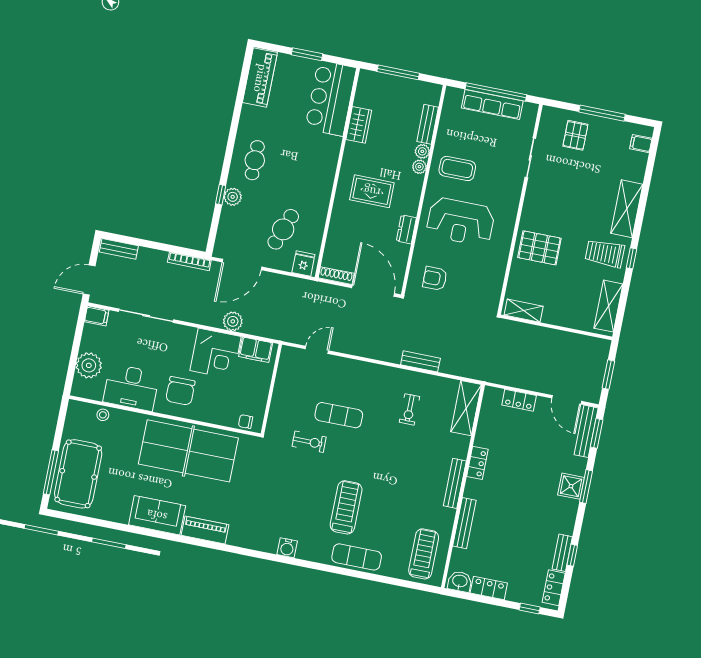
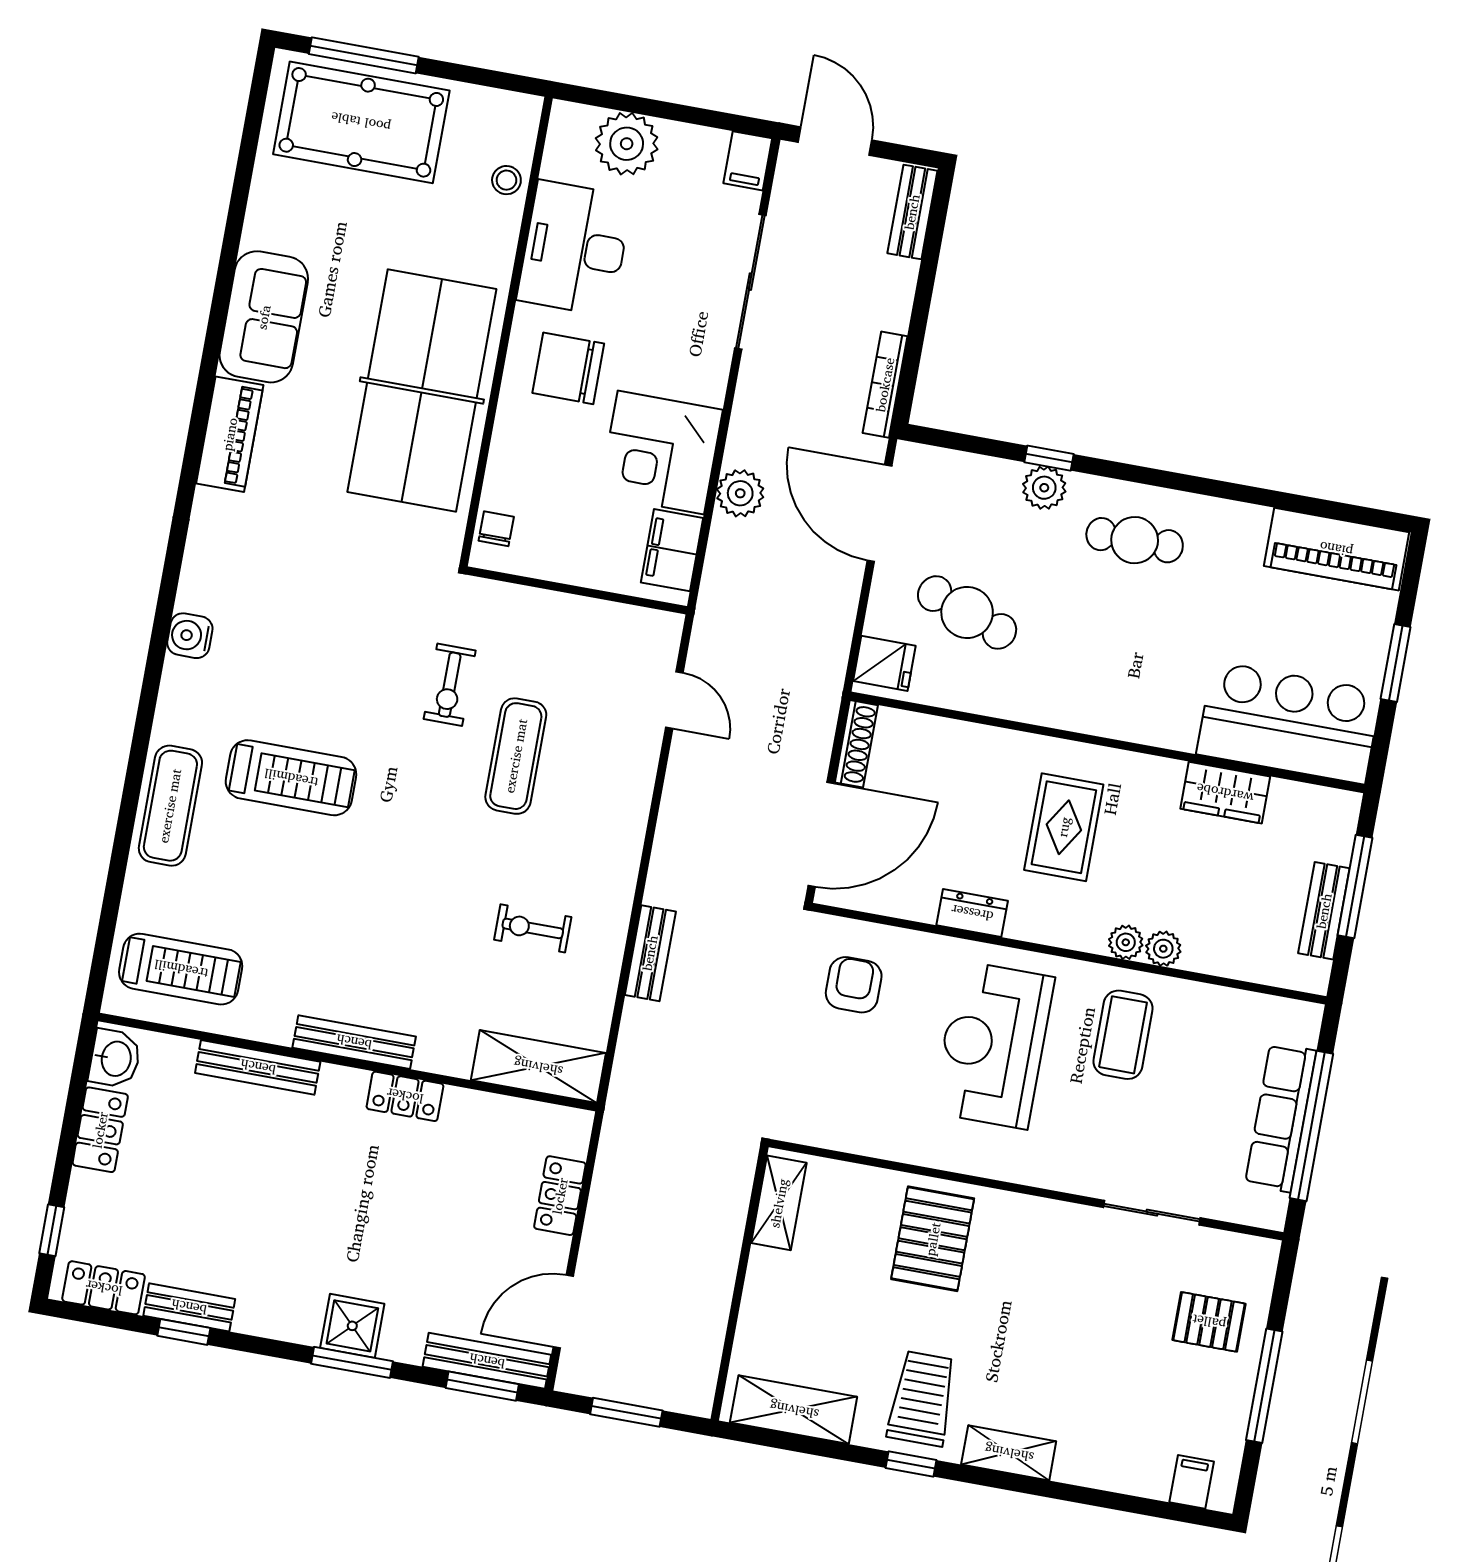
bench: (428, 124) -> (1324, 911), moved, turned 90
shelving: (627, 209) -> (1009, 1453), width x0.67, depth x0.75

